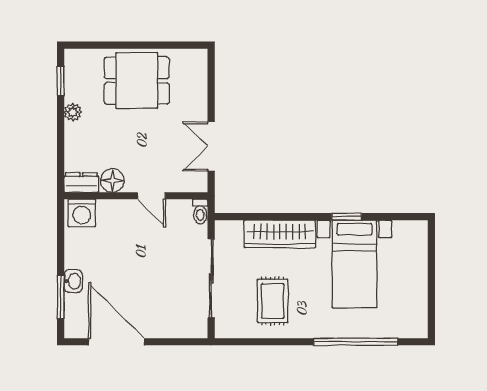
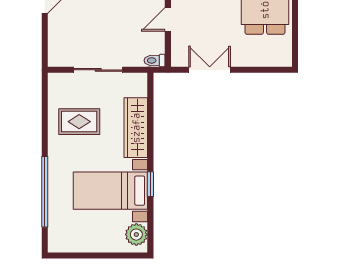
plant: (407, 233) -> (136, 235), added
sliding door: (211, 278) -> (98, 70), width x0.73

